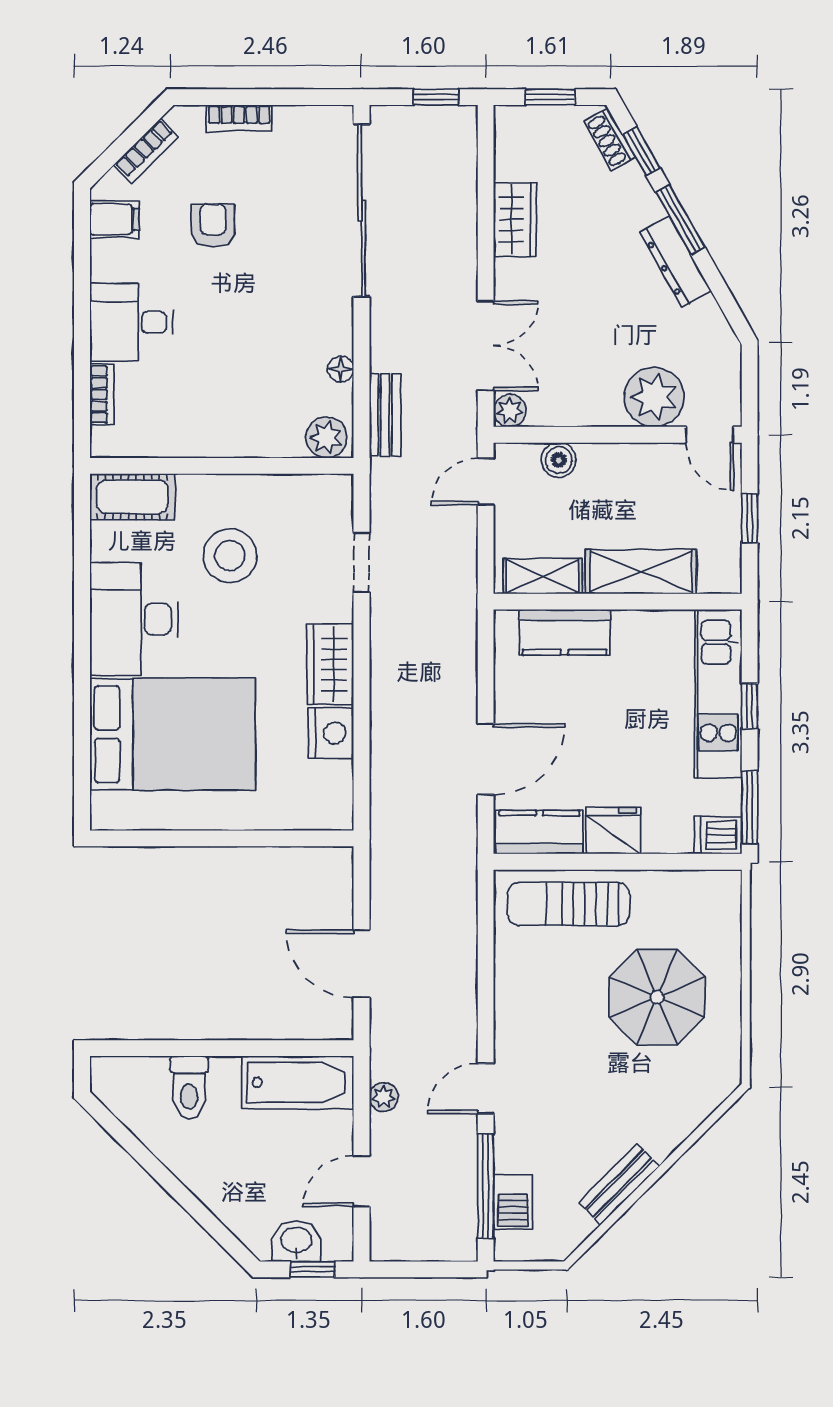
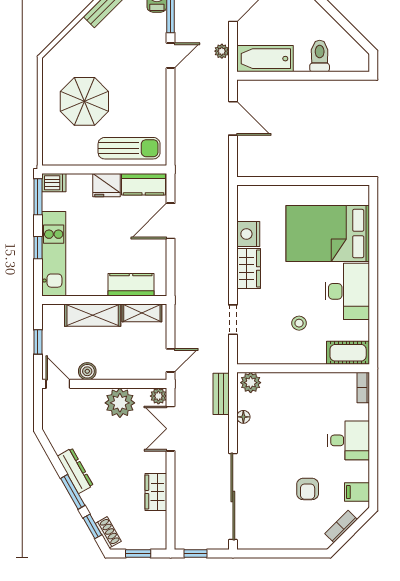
bookcase: (239, 118) -> (294, 543), removed
bookcase: (102, 394) -> (363, 387), moved
plant: (654, 397) -> (120, 403), moved
boiler: (559, 460) -> (87, 371), moved
stool: (230, 556) -> (299, 323), width x0.53, depth x0.53

